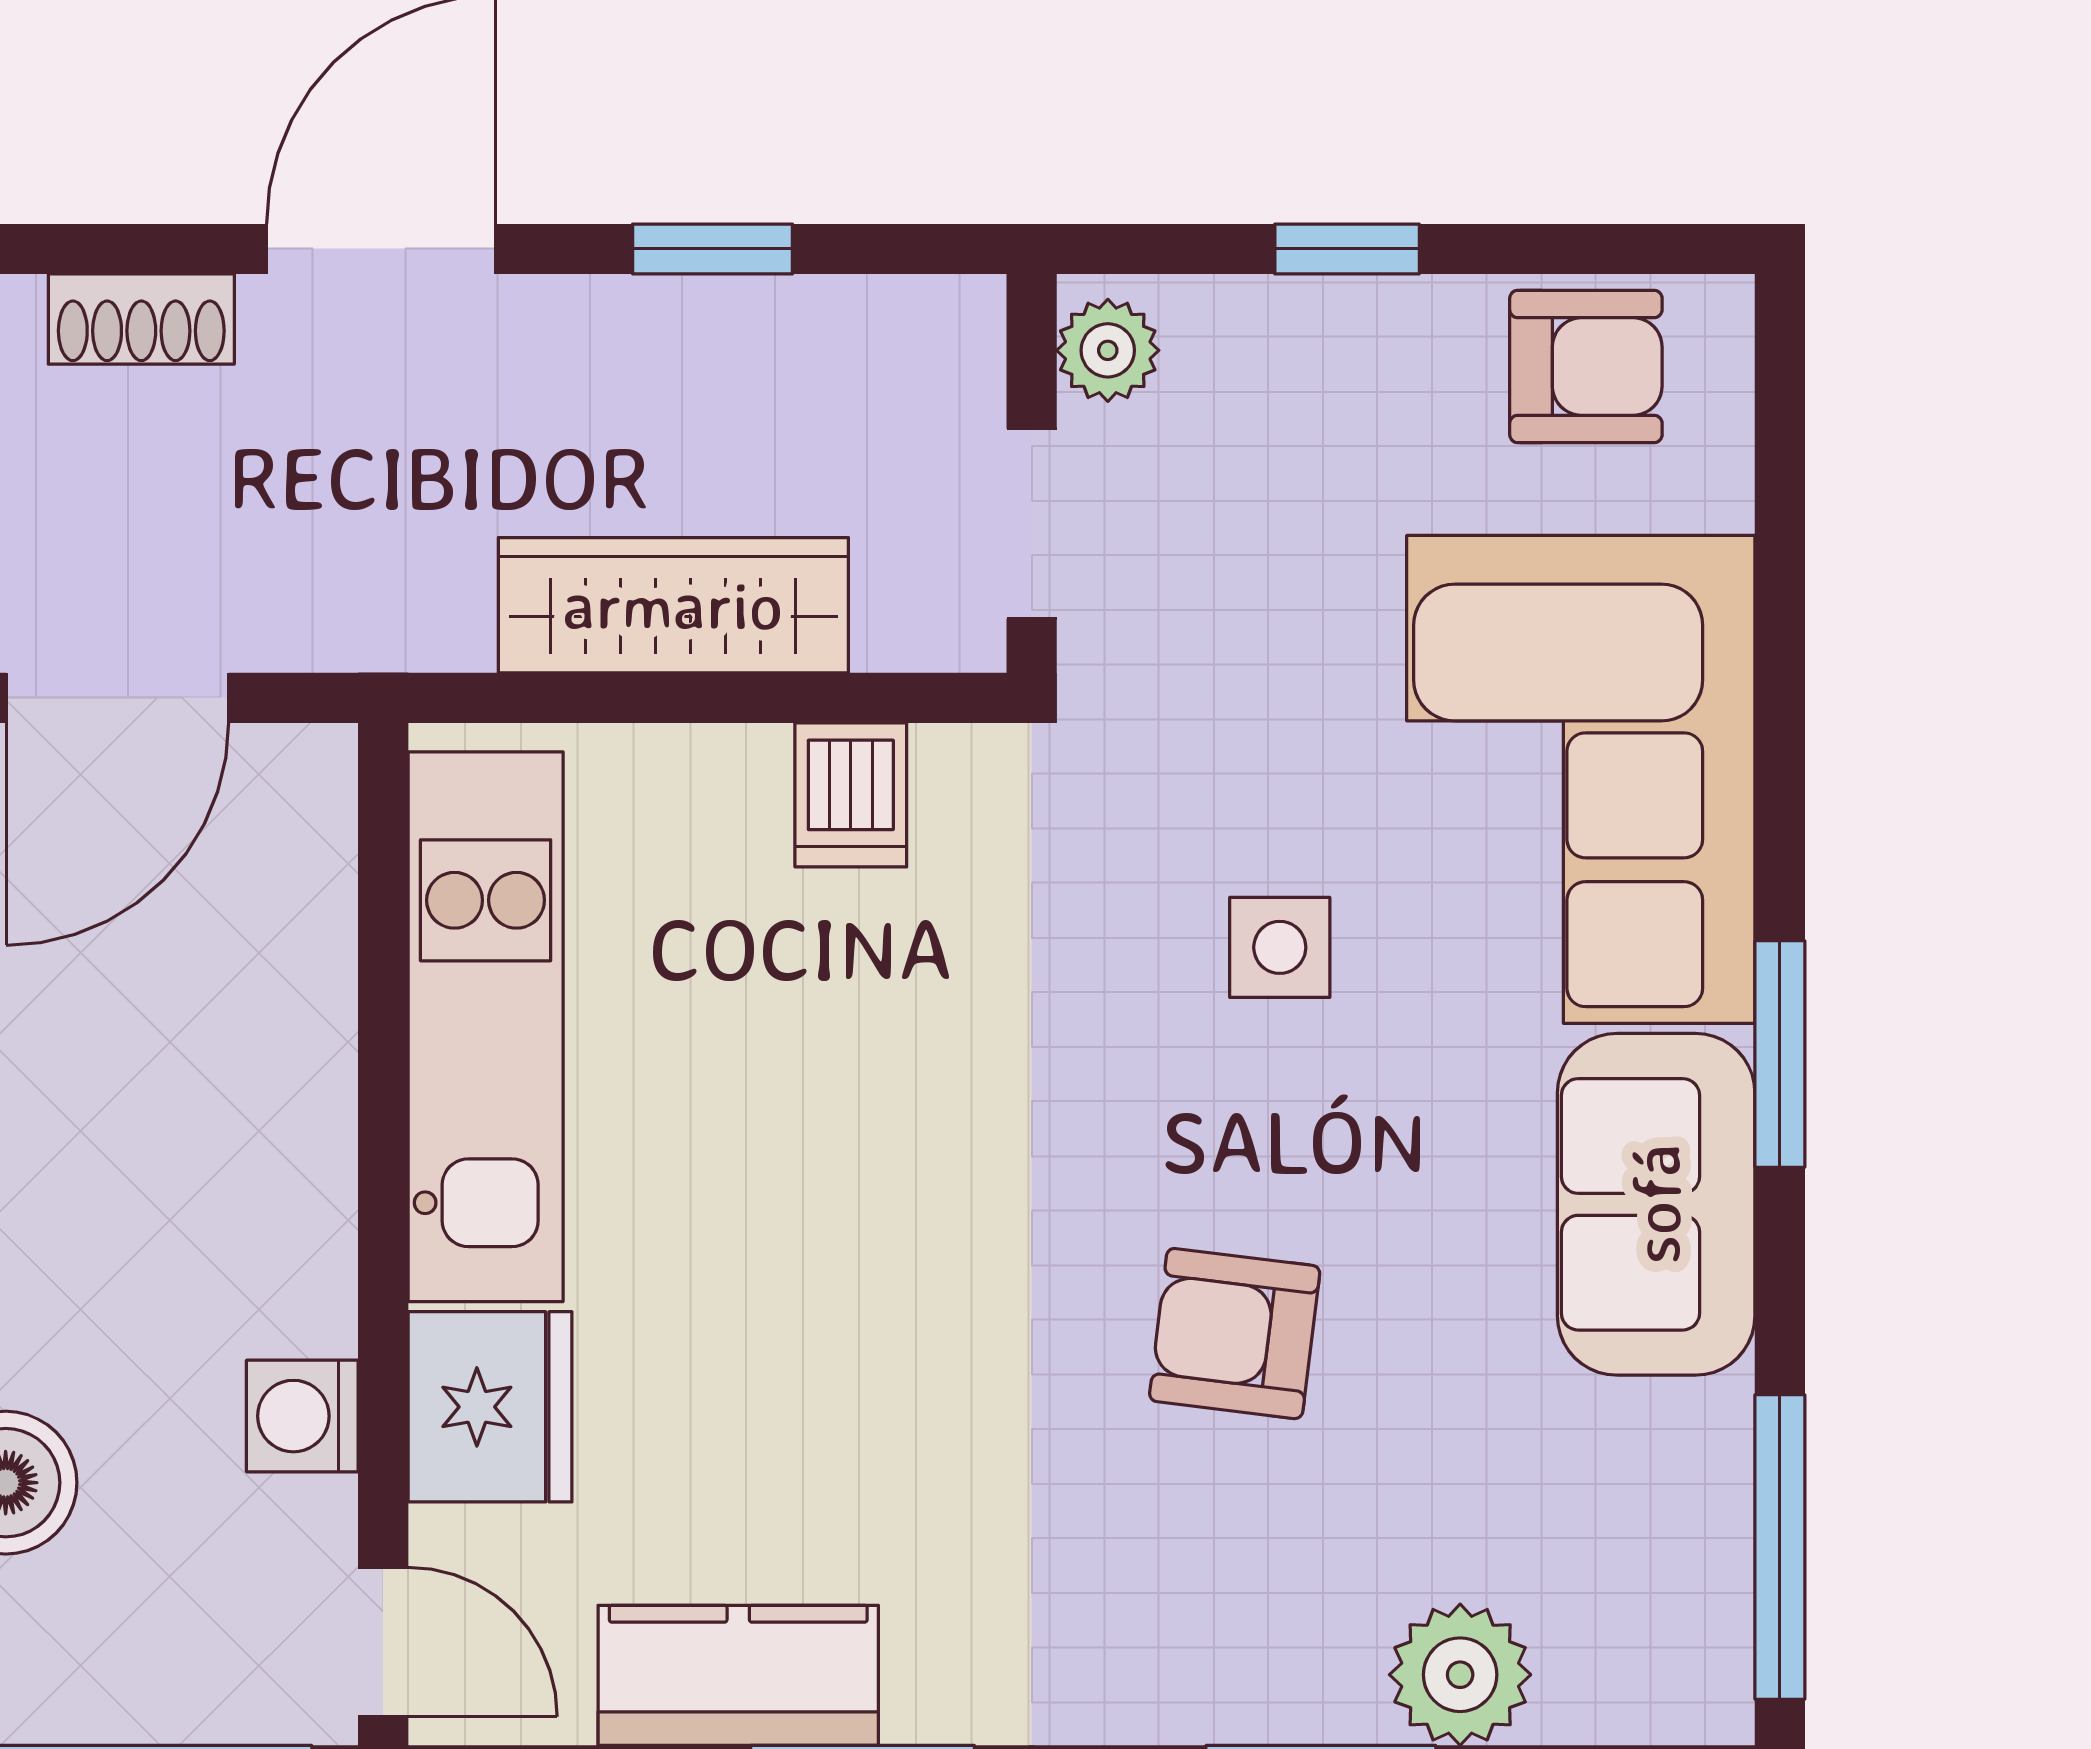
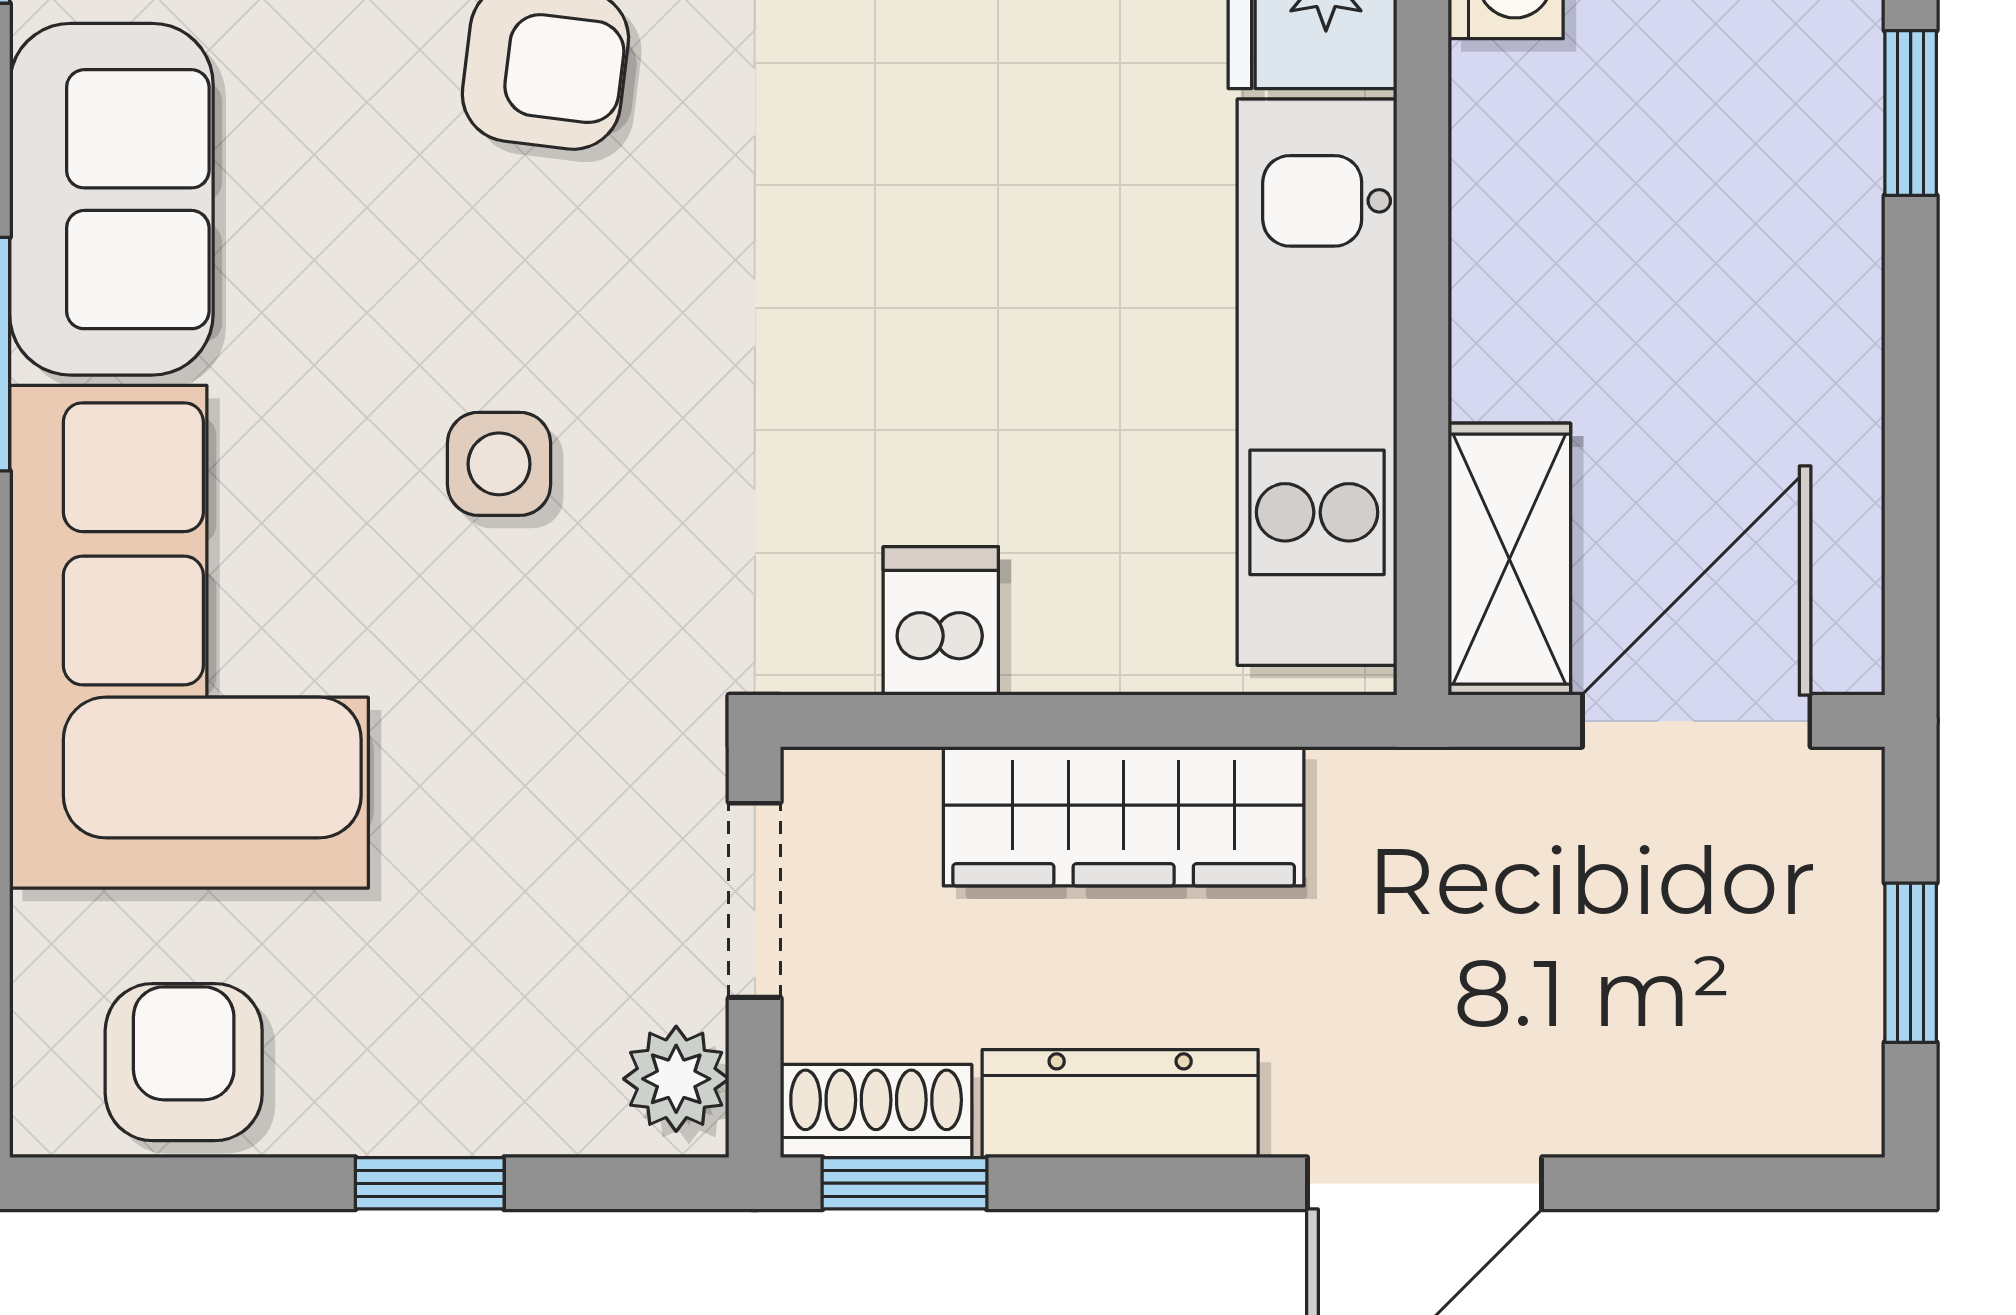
window: (712, 249) -> (905, 1183), moved
shoe rack: (141, 319) -> (876, 1111), moved
dresser: (677, 326) -> (1120, 1104), added
armchair: (1586, 367) -> (184, 1062), turned 90
shelving: (299, 855) -> (1509, 559), added

